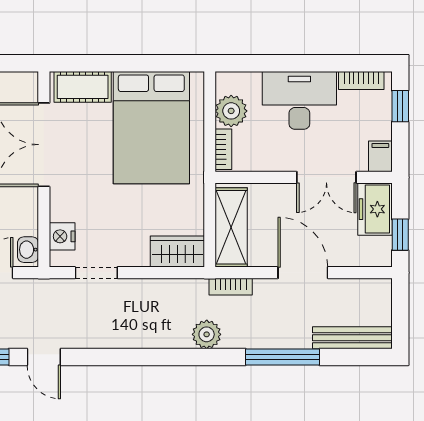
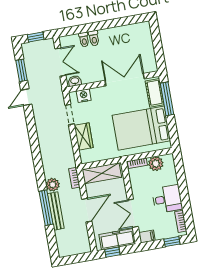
window: (100, 63) -> (167, 99), added
desk: (299, 100) -> (167, 199), width x0.73
freezer: (375, 209) -> (117, 239), width x1.40
wardrobe: (177, 252) -> (84, 136), moved
plant: (207, 334) -> (53, 185), moved
bench: (352, 338) -> (56, 211), moved

